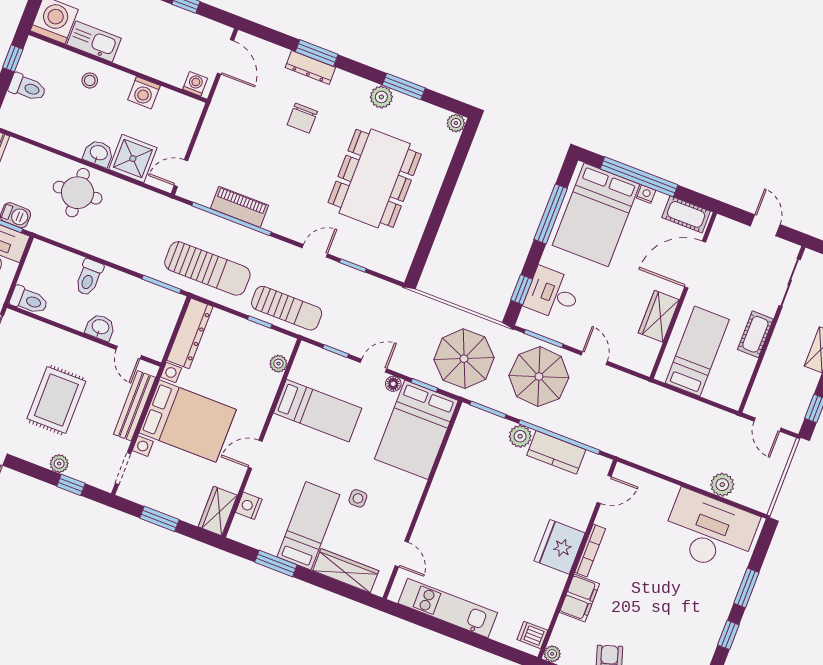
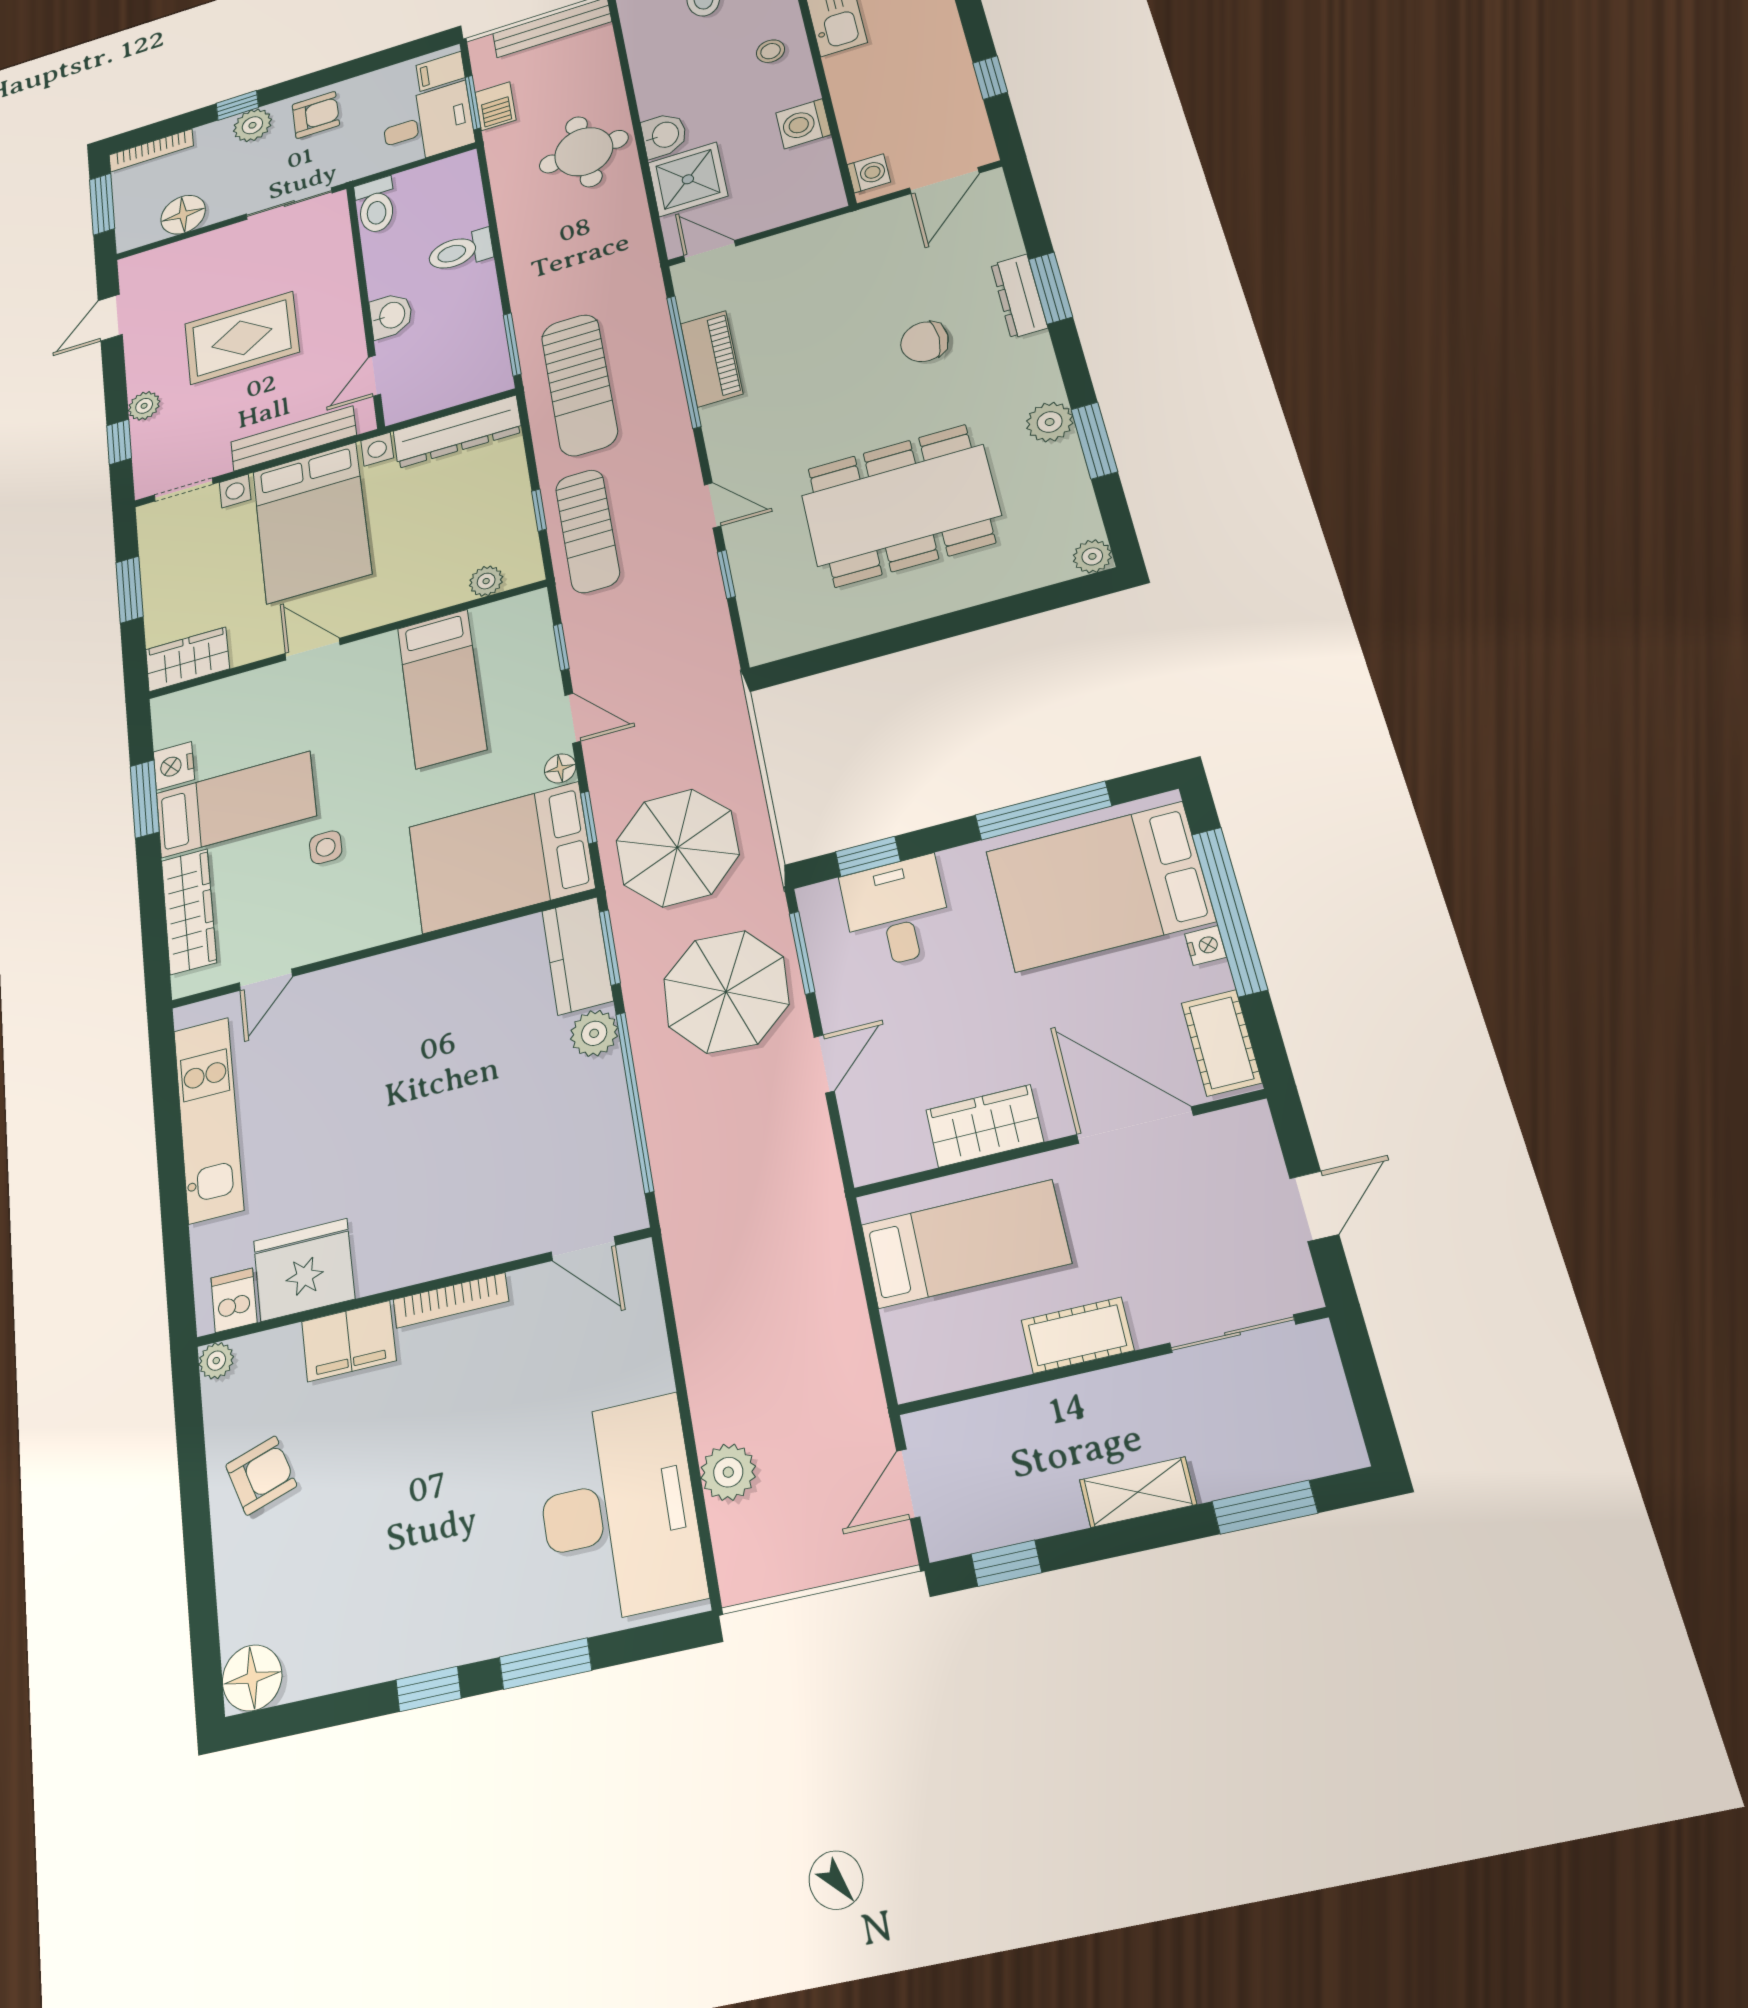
kitchen counter: (556, 452) -> (578, 956), moved
nightstand: (249, 506) -> (174, 766), moved, turned -90
fridge: (560, 547) -> (304, 1270), moved

